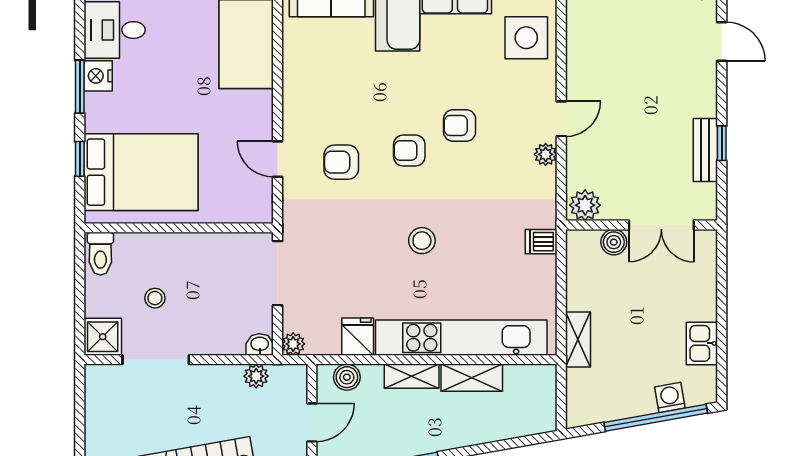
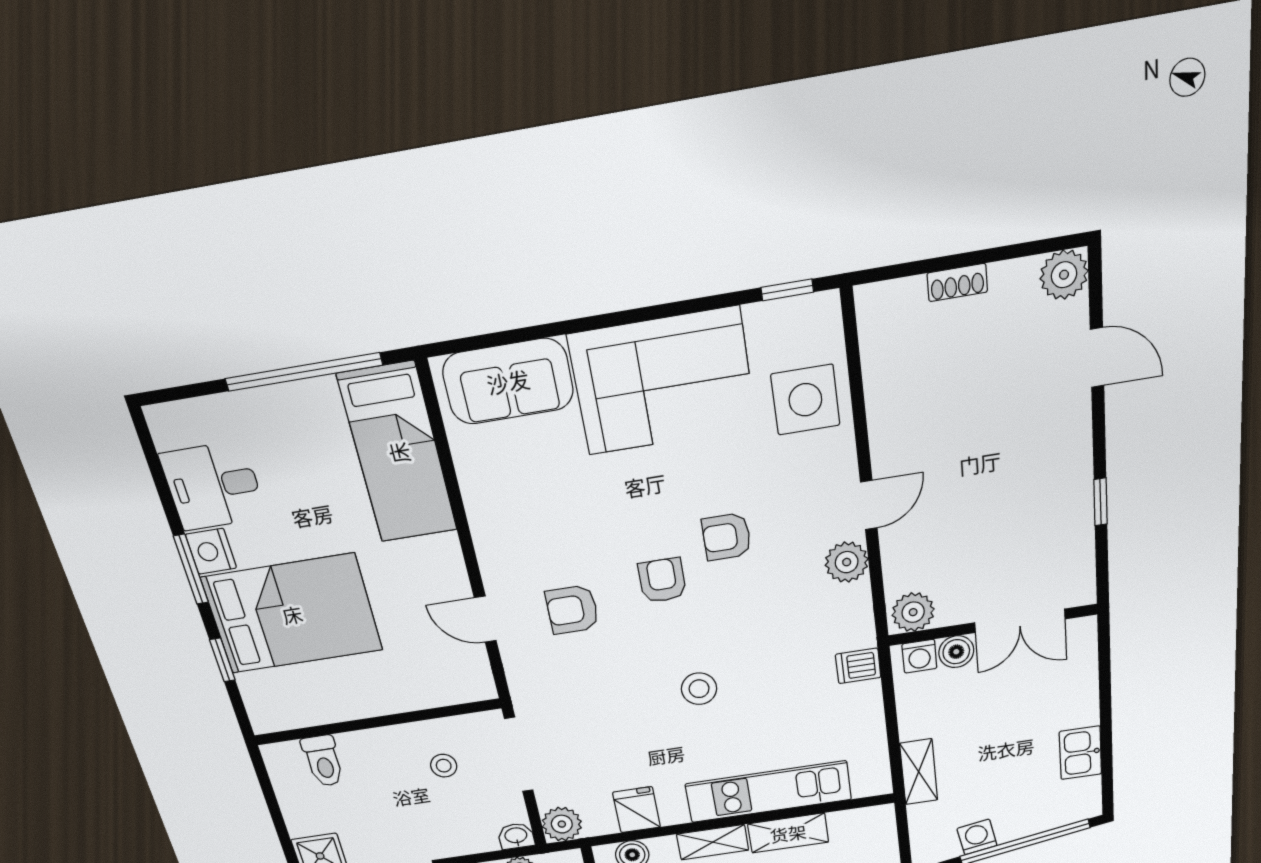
bench: (705, 150) -> (1077, 514), removed
armchair: (409, 151) -> (662, 580), turned 90
plant: (546, 154) -> (847, 562), width x1.38, depth x1.38
bed: (141, 172) -> (292, 614), moved
washing machine: (587, 241) -> (919, 656), added
toilet: (100, 254) -> (323, 761), moved
stool: (155, 298) -> (444, 766), moved
kitchen unit: (461, 338) -> (768, 792), width x0.73
plant: (293, 344) -> (562, 824), width x1.38, depth x1.38
washing machine: (670, 397) -> (977, 837), moved

